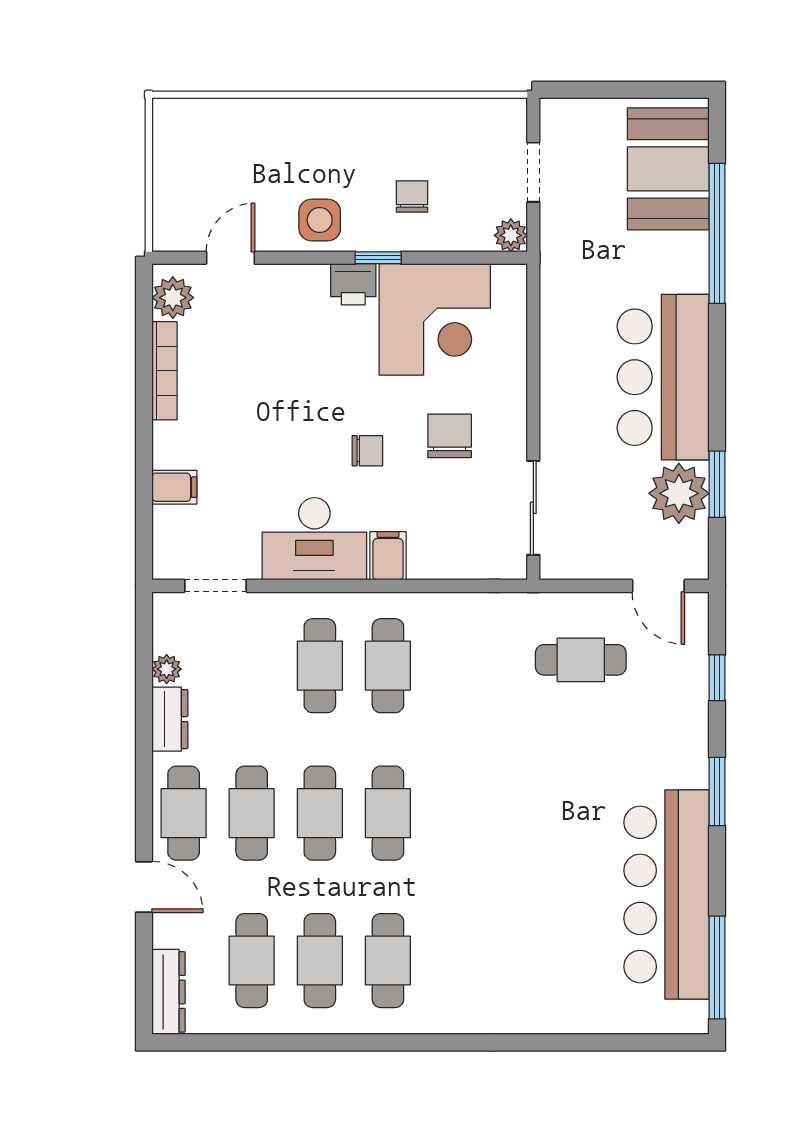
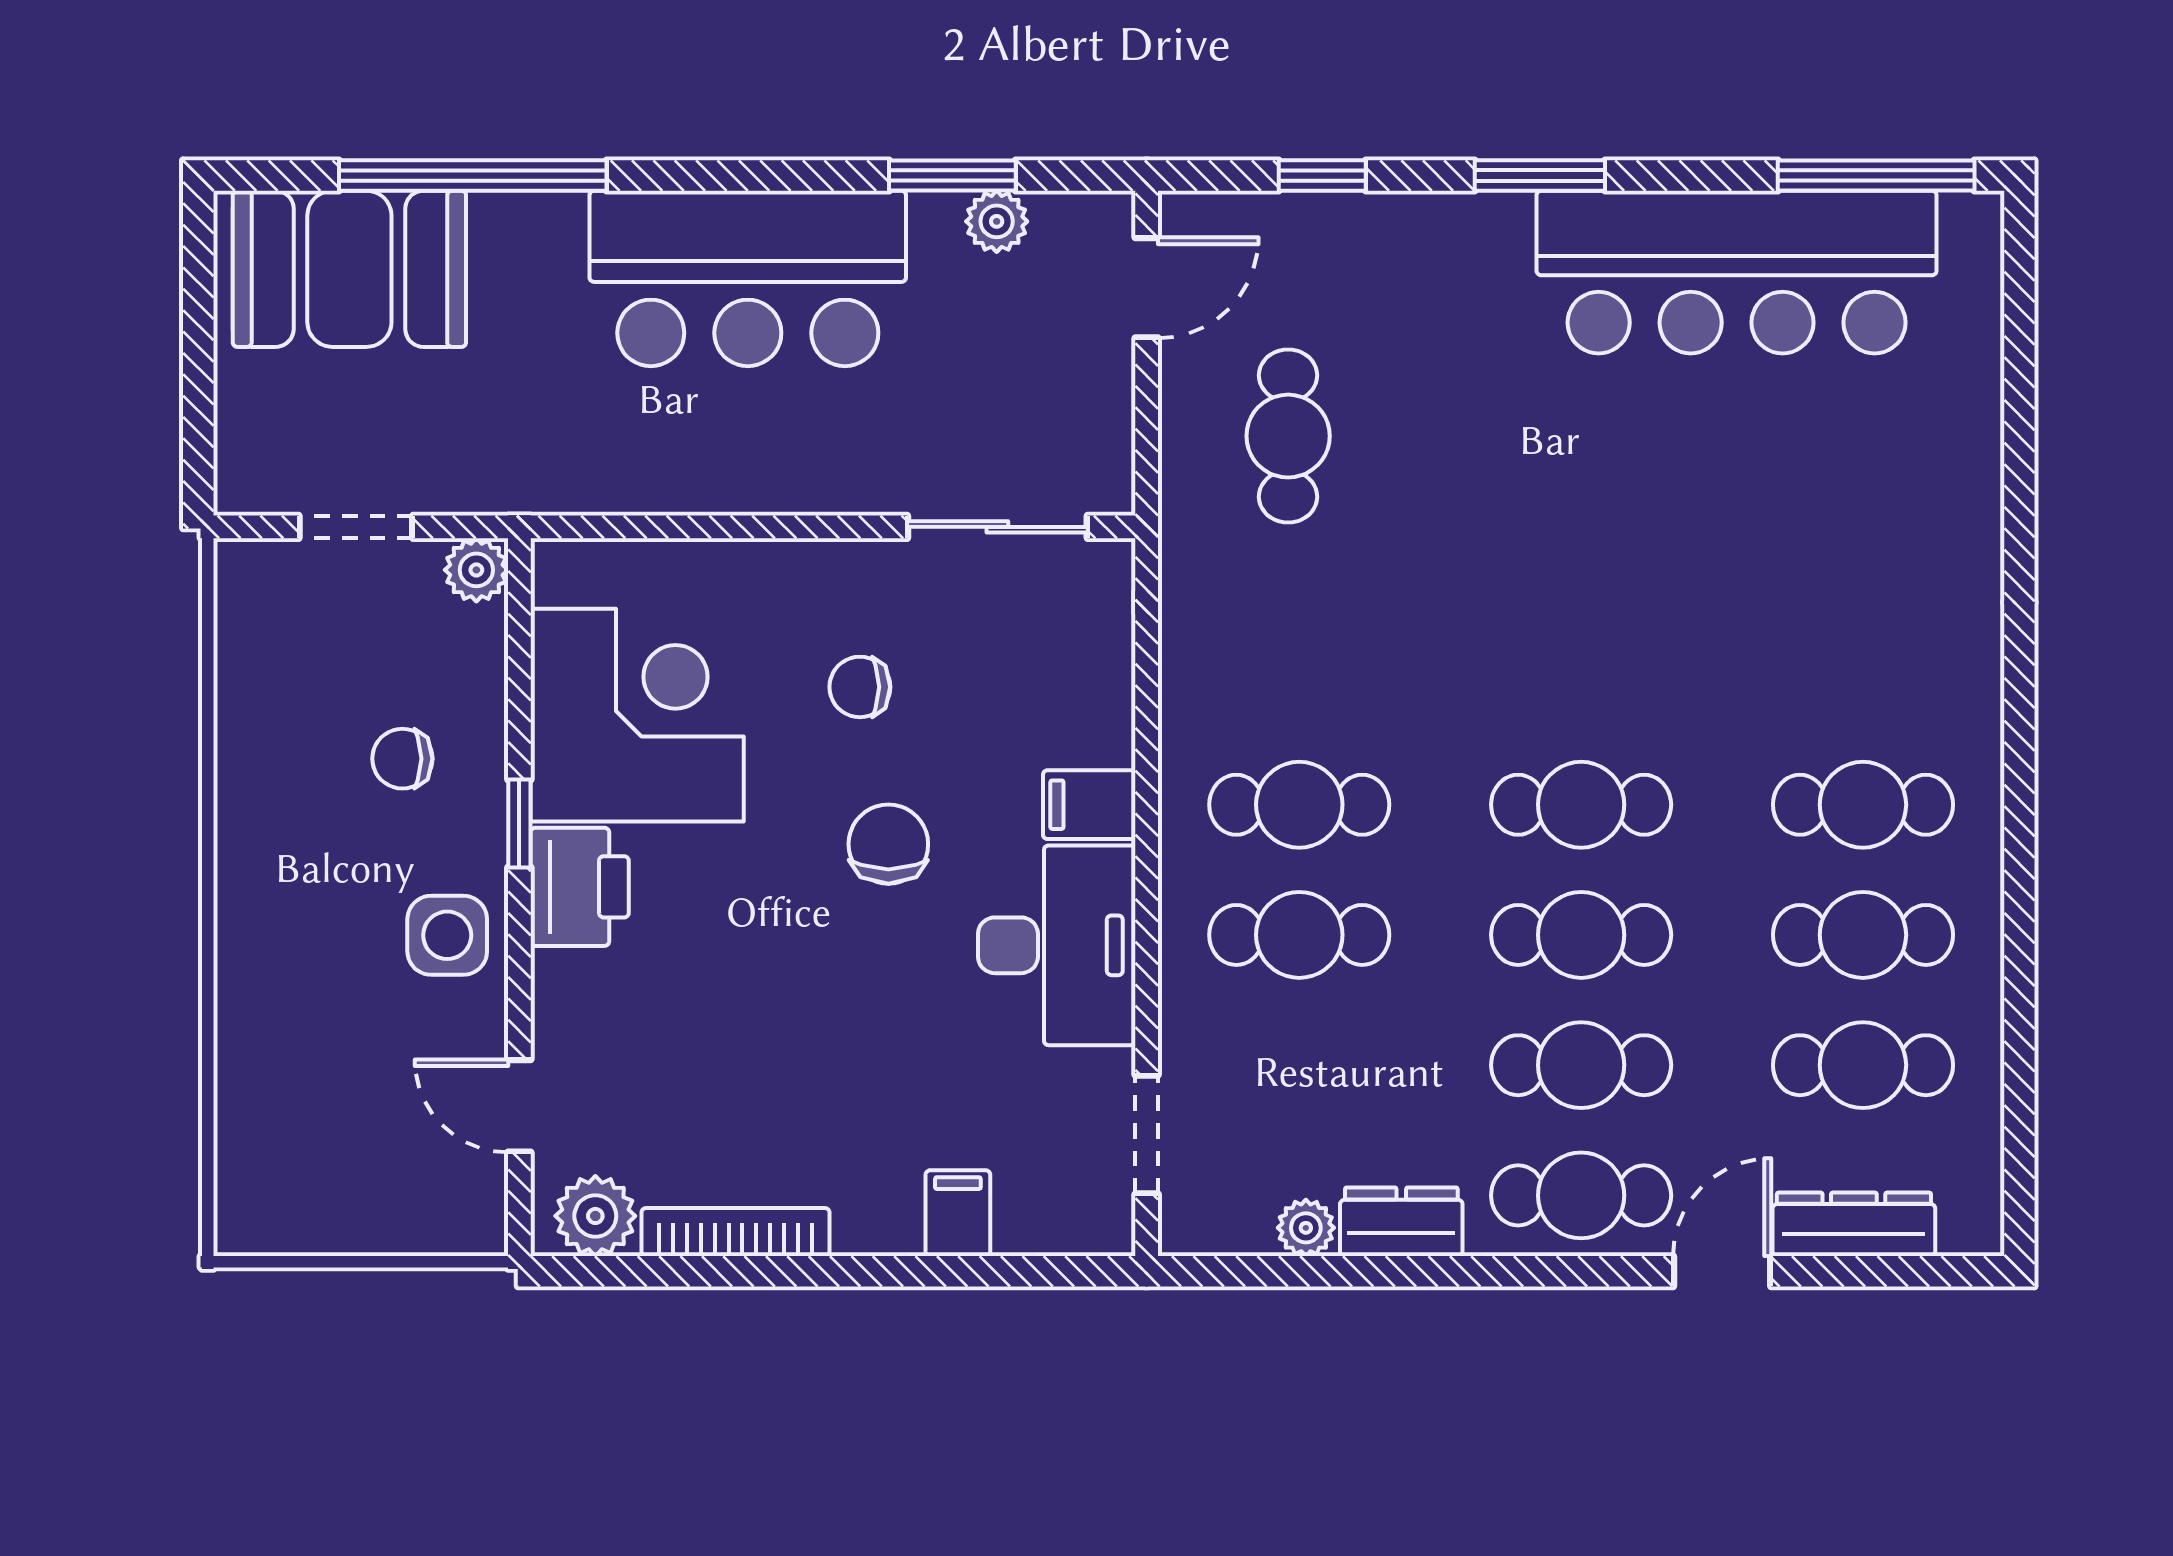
printer: (353, 284) -> (580, 887), width x1.36, depth x1.24
chair: (450, 436) -> (860, 687), width x0.73, depth x0.73
chair: (367, 451) -> (888, 844), width x1.37, depth x1.37
plant: (679, 493) -> (997, 221), width x0.53, depth x0.53
dresser: (168, 992) -> (1854, 1224), moved

